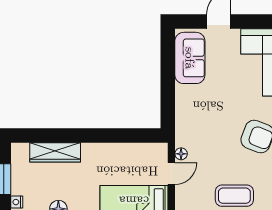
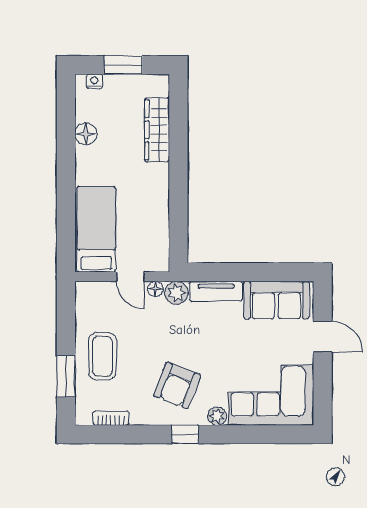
tv unit: (183, 106) -> (216, 291), added
plant: (184, 137) -> (176, 293), added

